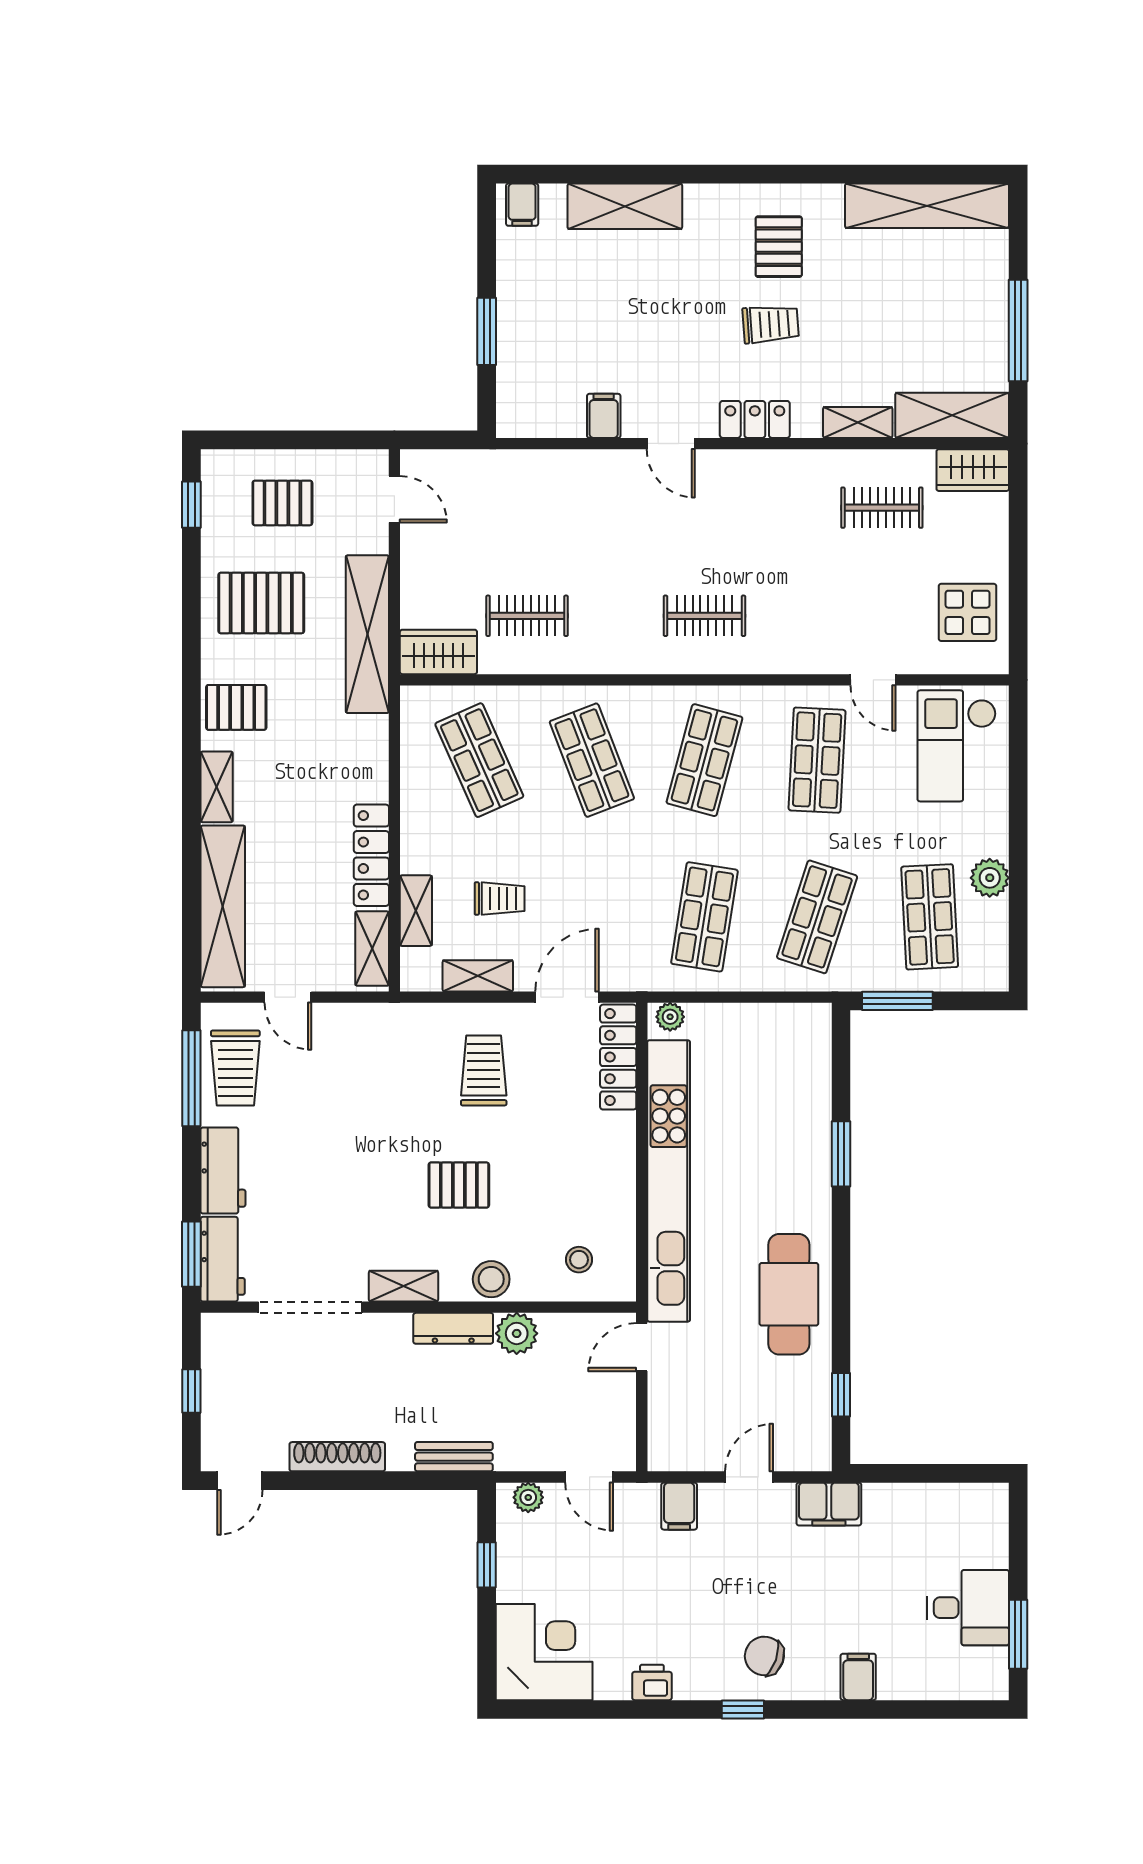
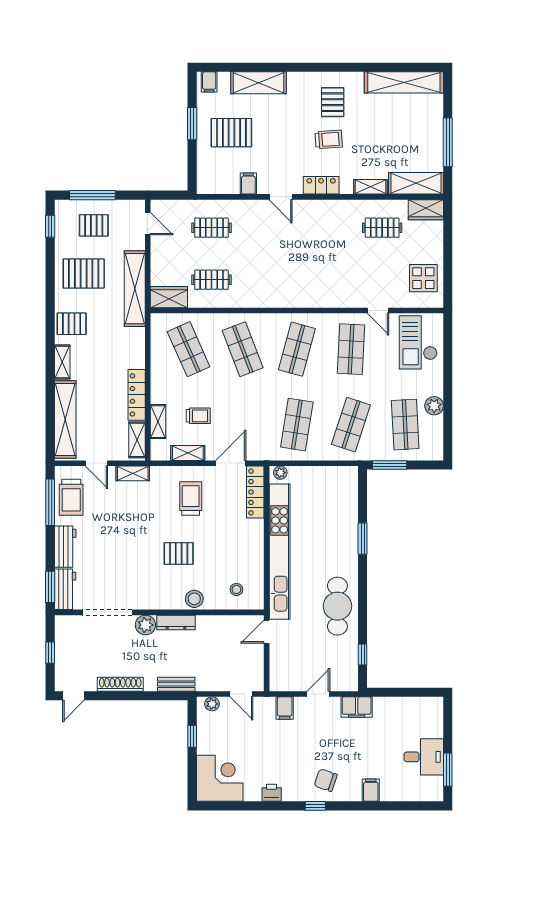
pallet: (569, 310) -> (231, 133), added
window: (487, 331) -> (192, 124), moved
window: (279, 440) -> (92, 195), added
clothes rail: (704, 616) -> (212, 228), moved
shelving: (404, 1286) -> (133, 473), moved
plant: (517, 1333) -> (145, 625), moved

